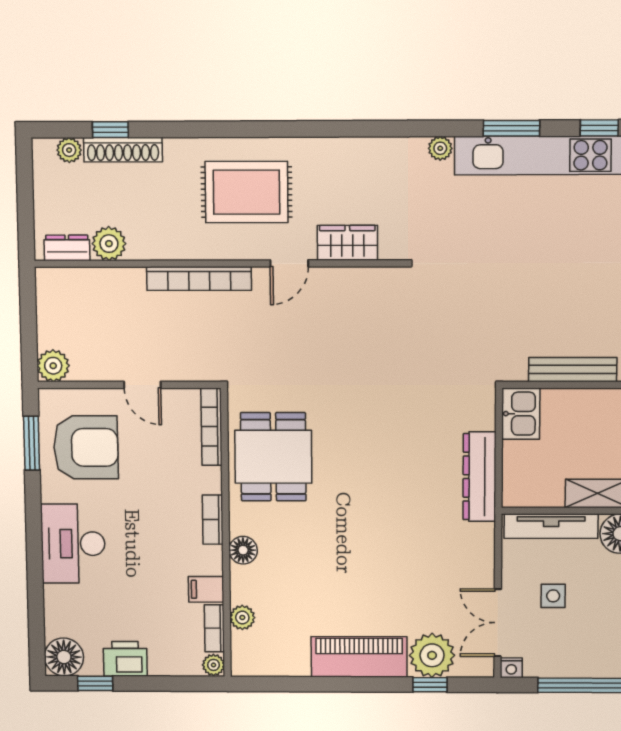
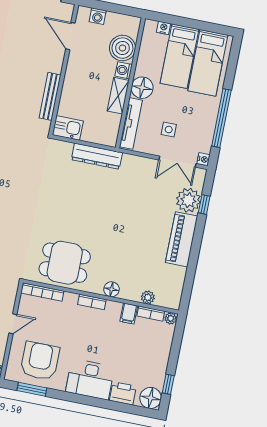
printer: (125, 659) -> (123, 393), moved, turned 90

